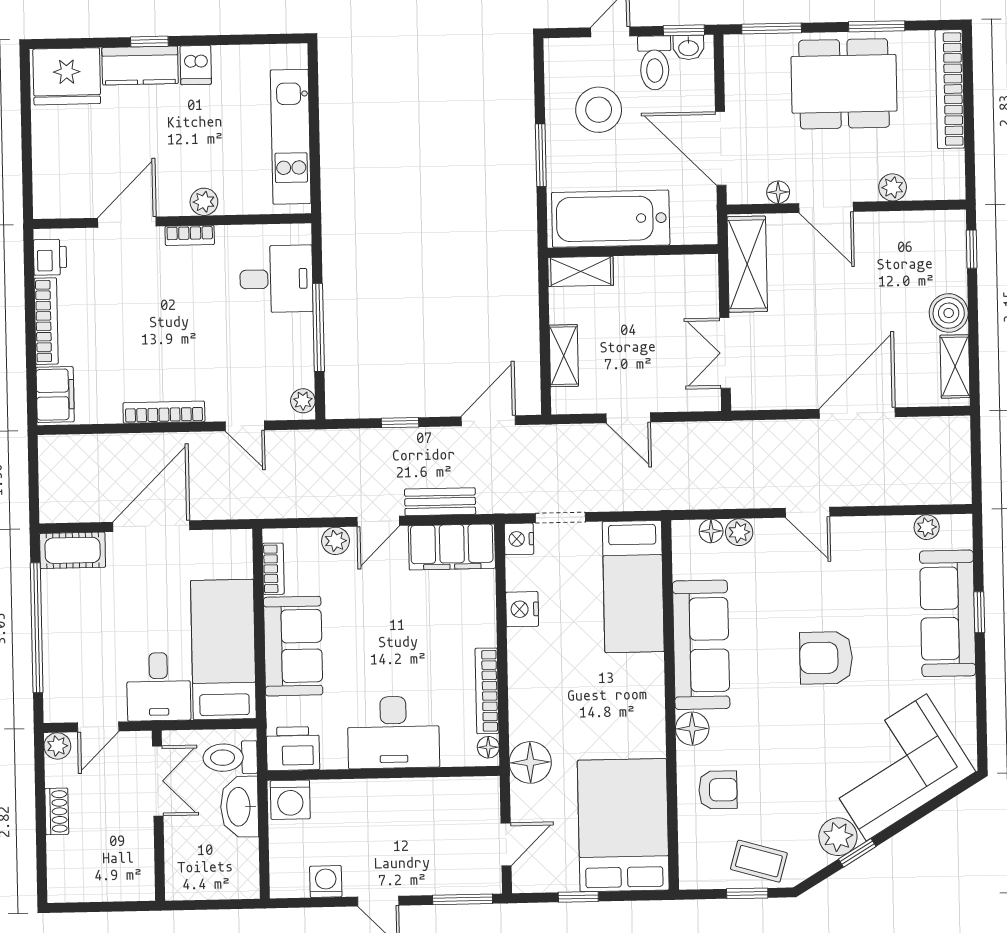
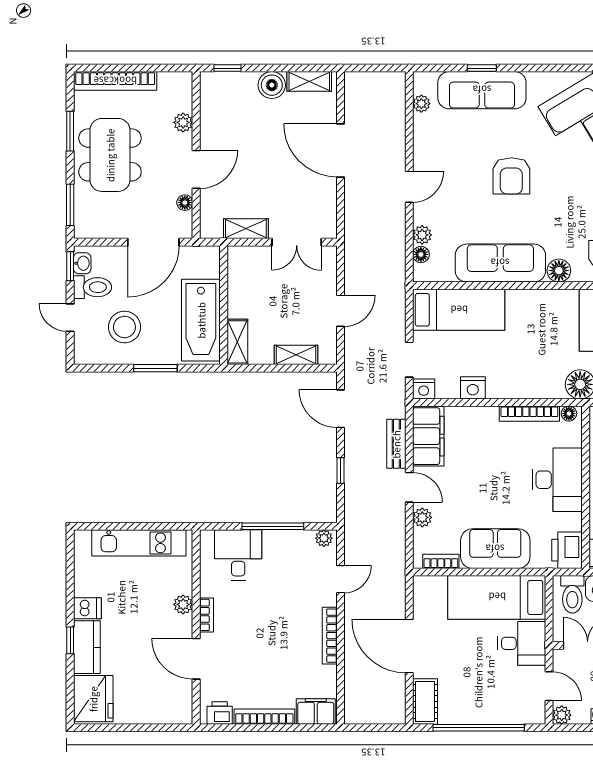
shelving: (747, 264) -> (246, 229), width x0.67, depth x0.75

